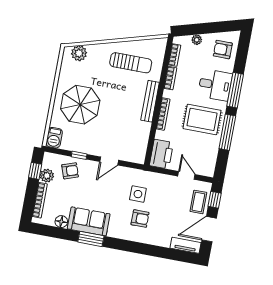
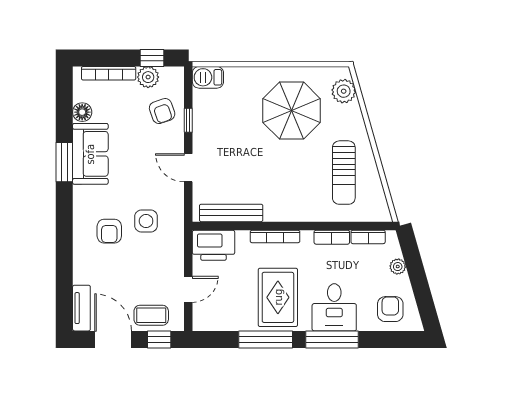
bench: (150, 101) -> (231, 213), moved
parasol: (80, 105) -> (292, 111), moved

